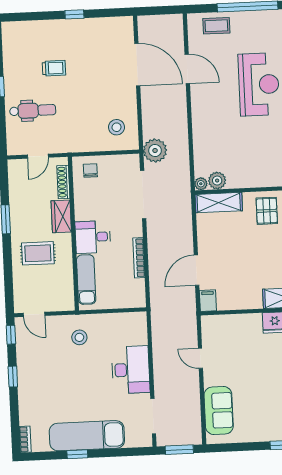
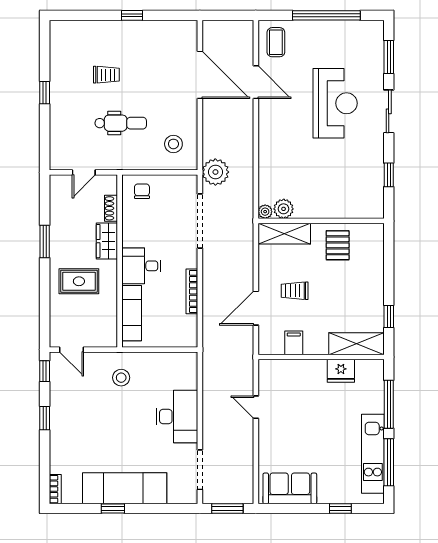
coffee table: (216, 26) -> (276, 42), moved, turned 90
dental chair: (33, 111) -> (121, 123), moved
shoe rack: (63, 182) -> (111, 208), width x0.70
trolley: (230, 253) -> (295, 291), added
filing cabinet: (208, 301) -> (294, 343), moved
sofa: (219, 410) -> (290, 488), moved, turned -90

